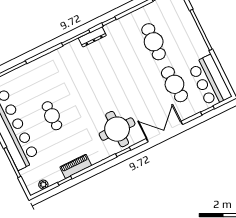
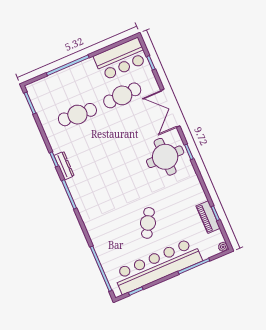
dresser: (92, 37) -> (64, 166), moved
cafe table: (52, 116) -> (148, 223), turned -61
piano: (76, 166) -> (208, 217), moved
plant: (43, 185) -> (223, 247), moved

